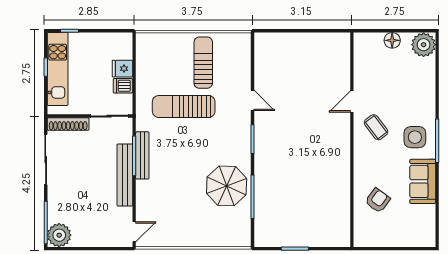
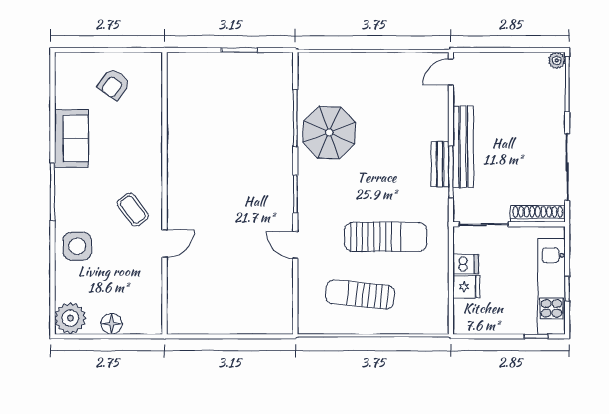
sun lounger: (203, 63) -> (360, 295), turned 96
side table: (415, 137) -> (77, 246), moved
bench: (142, 155) -> (440, 164), width x0.73
armchair: (378, 200) -> (114, 84), moved
plant: (59, 235) -> (557, 60), width x0.53, depth x0.53

